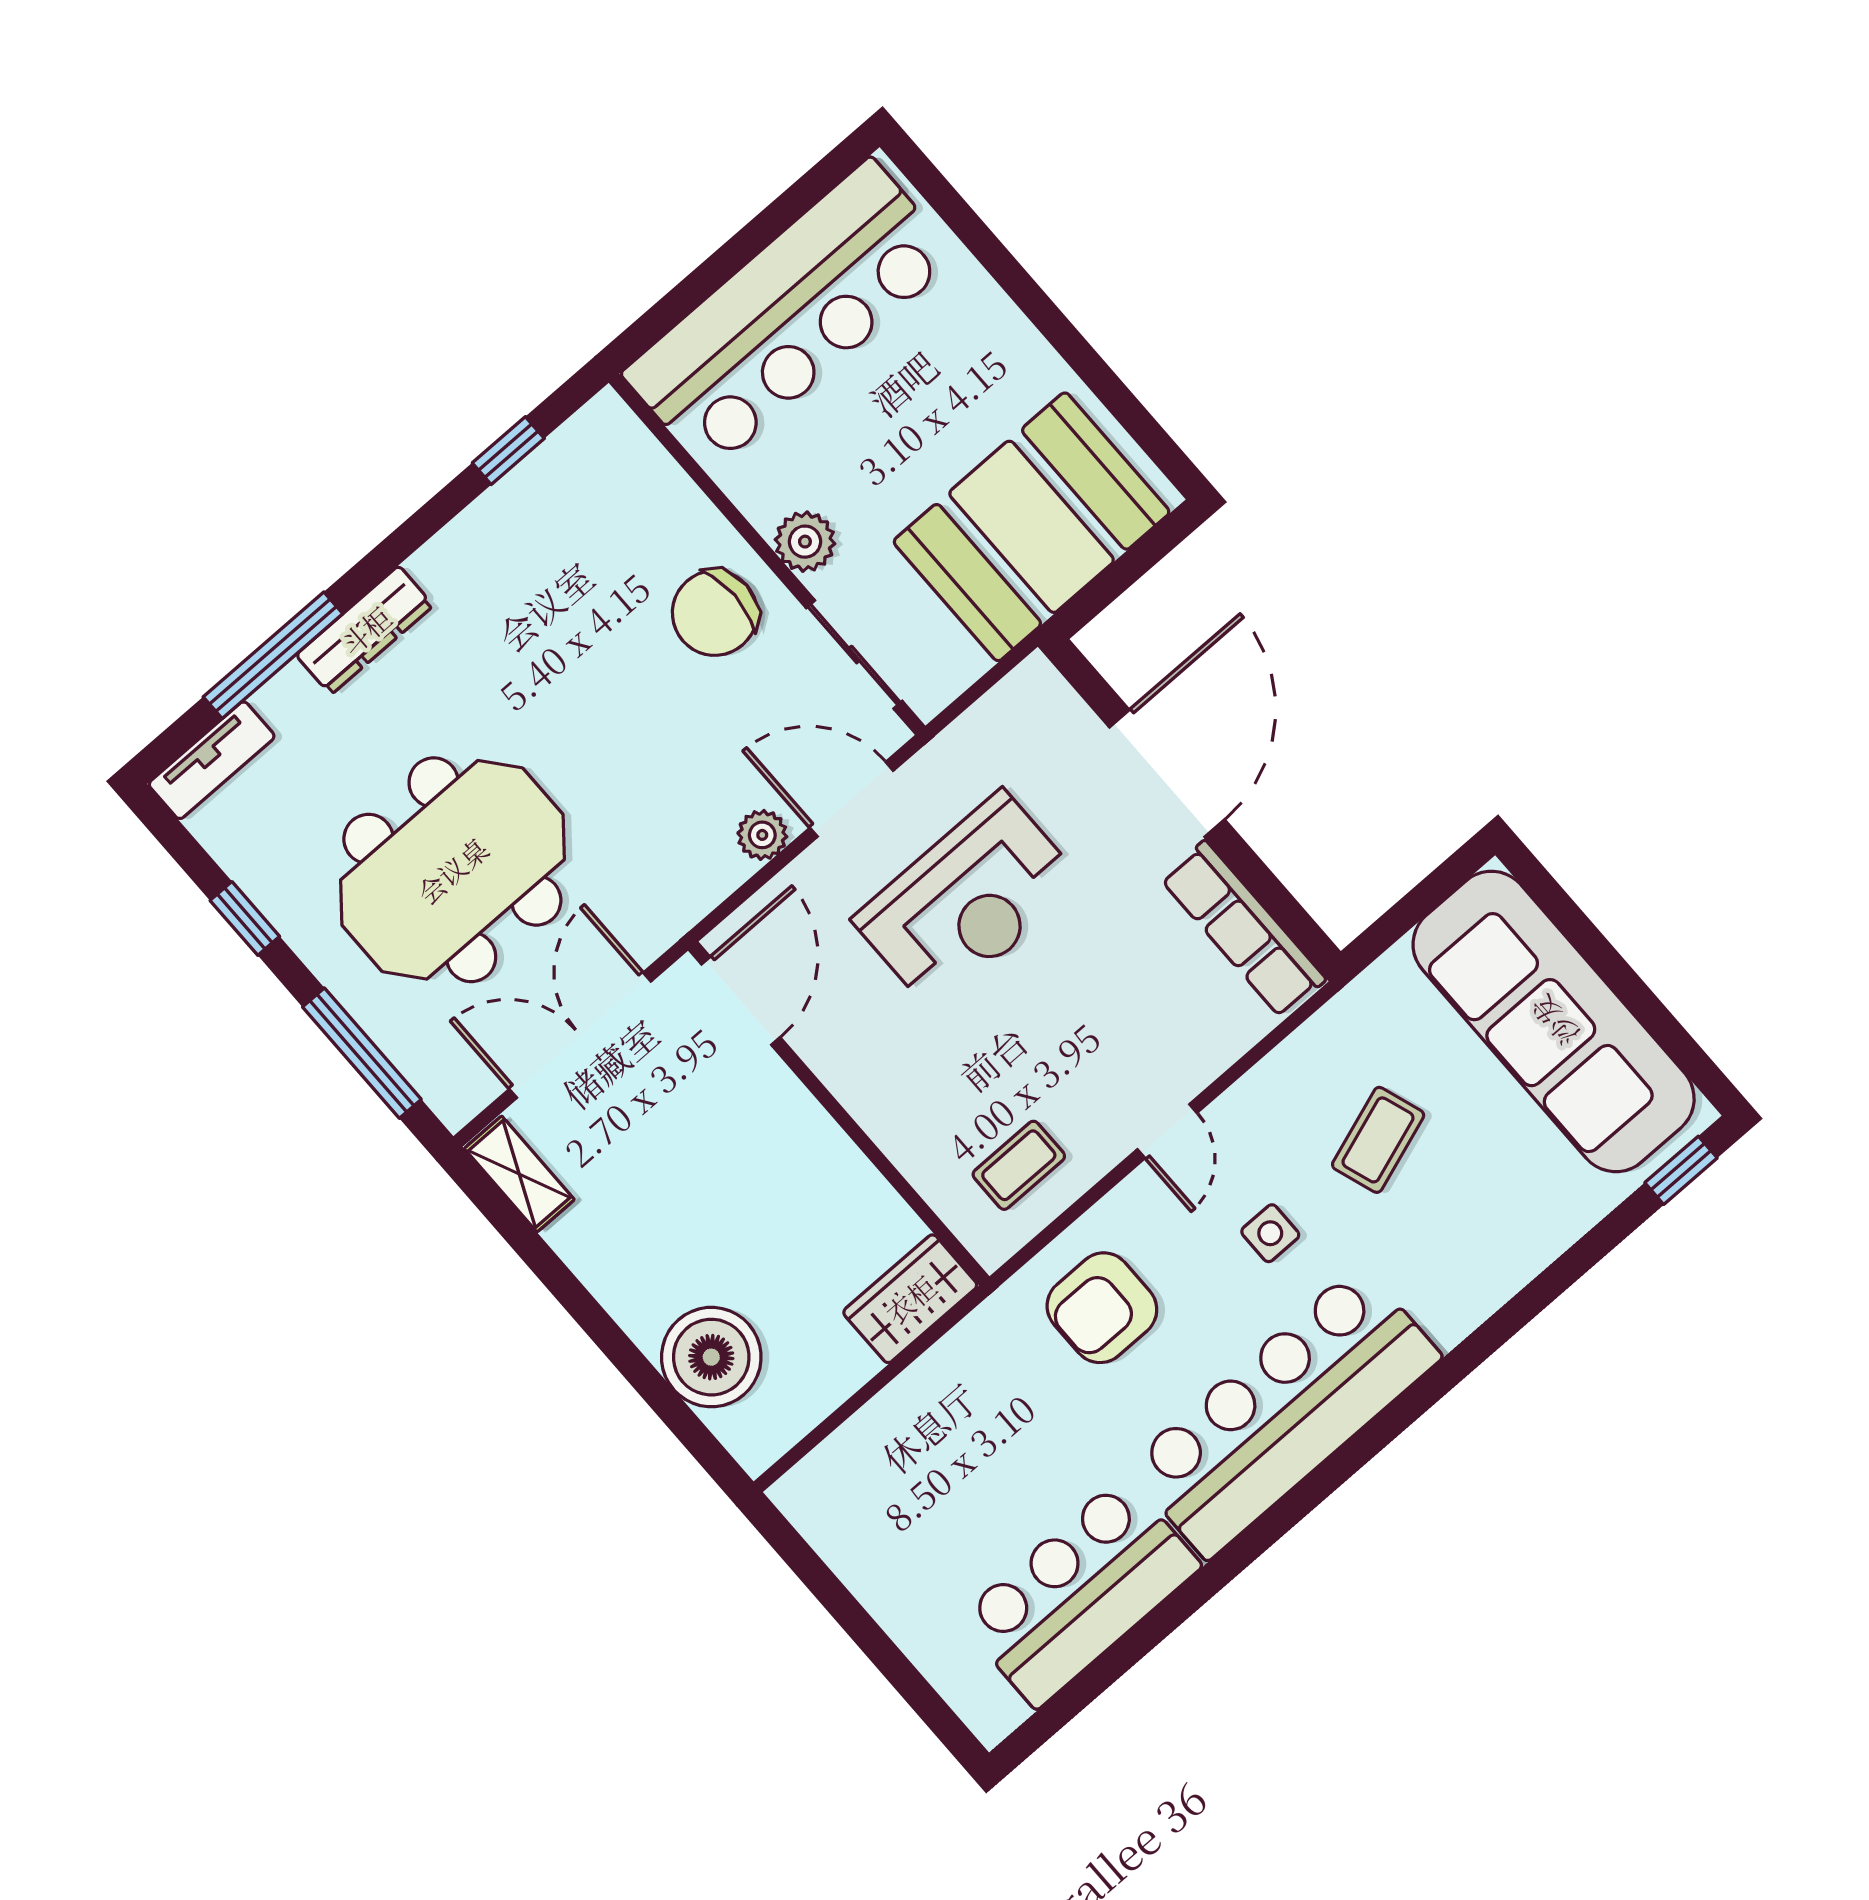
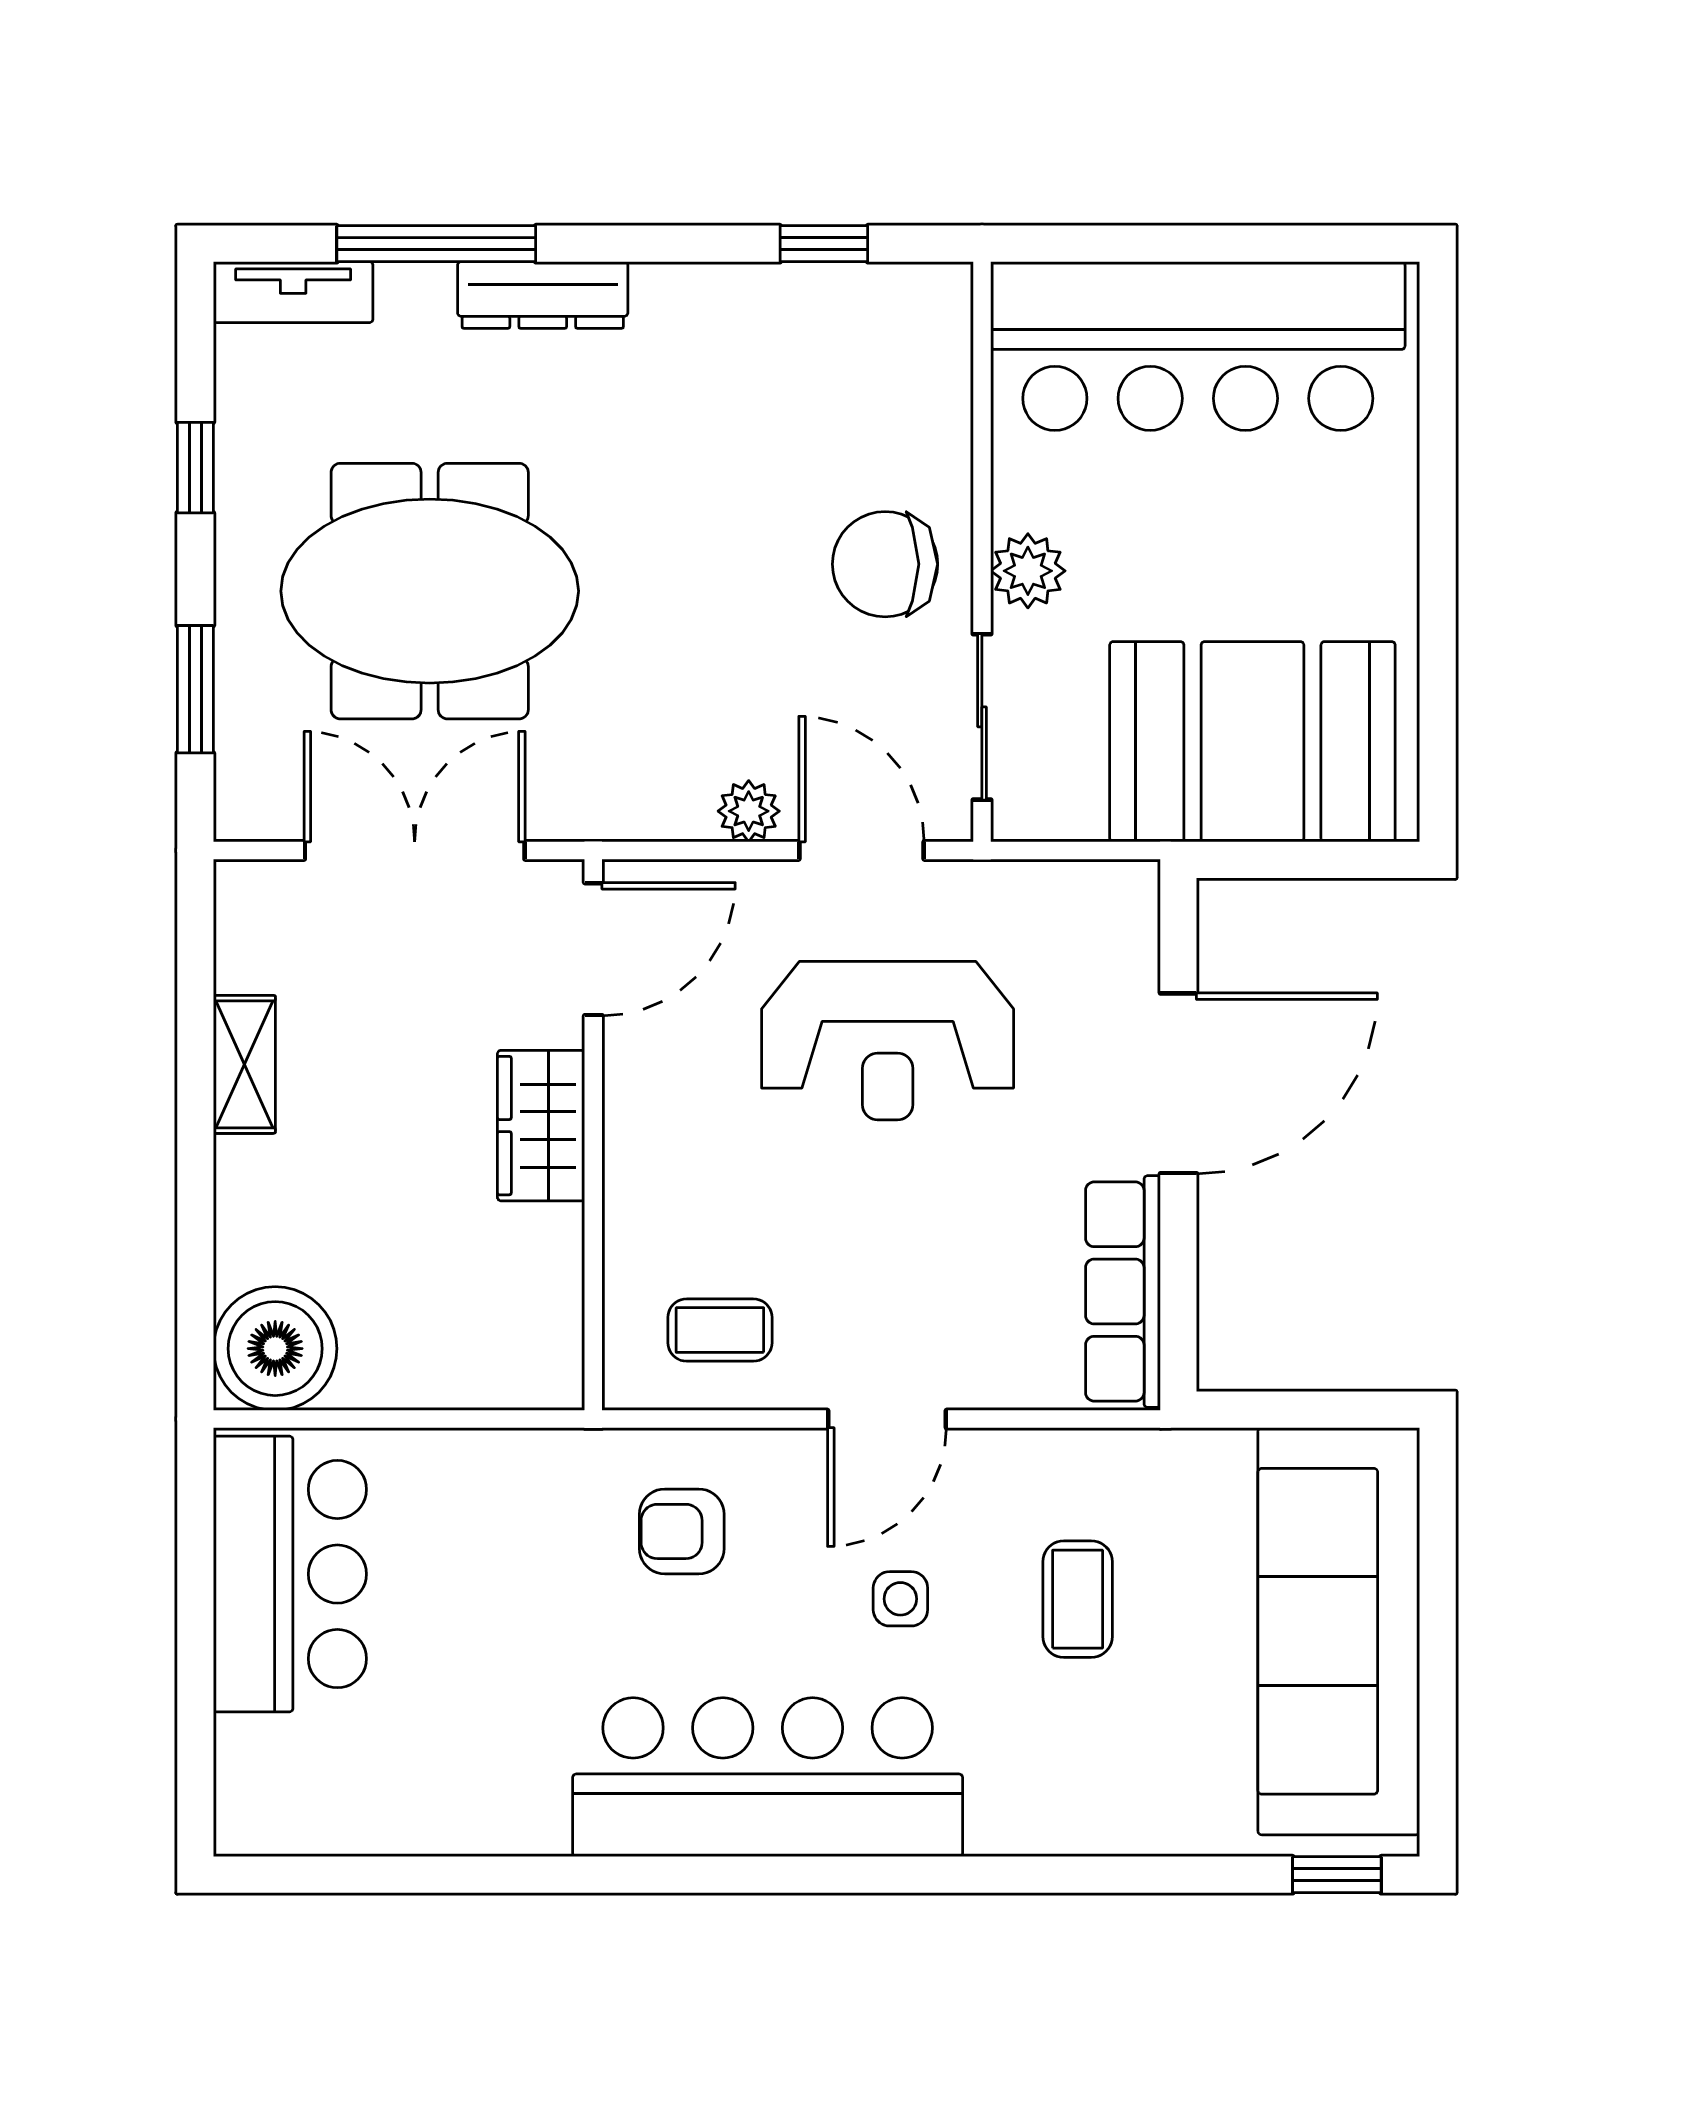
window: (362, 1053) -> (195, 689), width x0.69
door: (1167, 1131) -> (887, 1419), width x1.37
coffee table: (1378, 1140) -> (1078, 1599), turned -71
shelving: (519, 1174) -> (244, 1064), moved
wardrobe: (910, 1299) -> (541, 1126), moved, turned -90
armchair: (1102, 1308) -> (682, 1531), width x0.72, depth x0.72
boiler: (711, 1357) -> (275, 1349), moved
bar counter: (1080, 1592) -> (290, 1574), moved, turned 90

